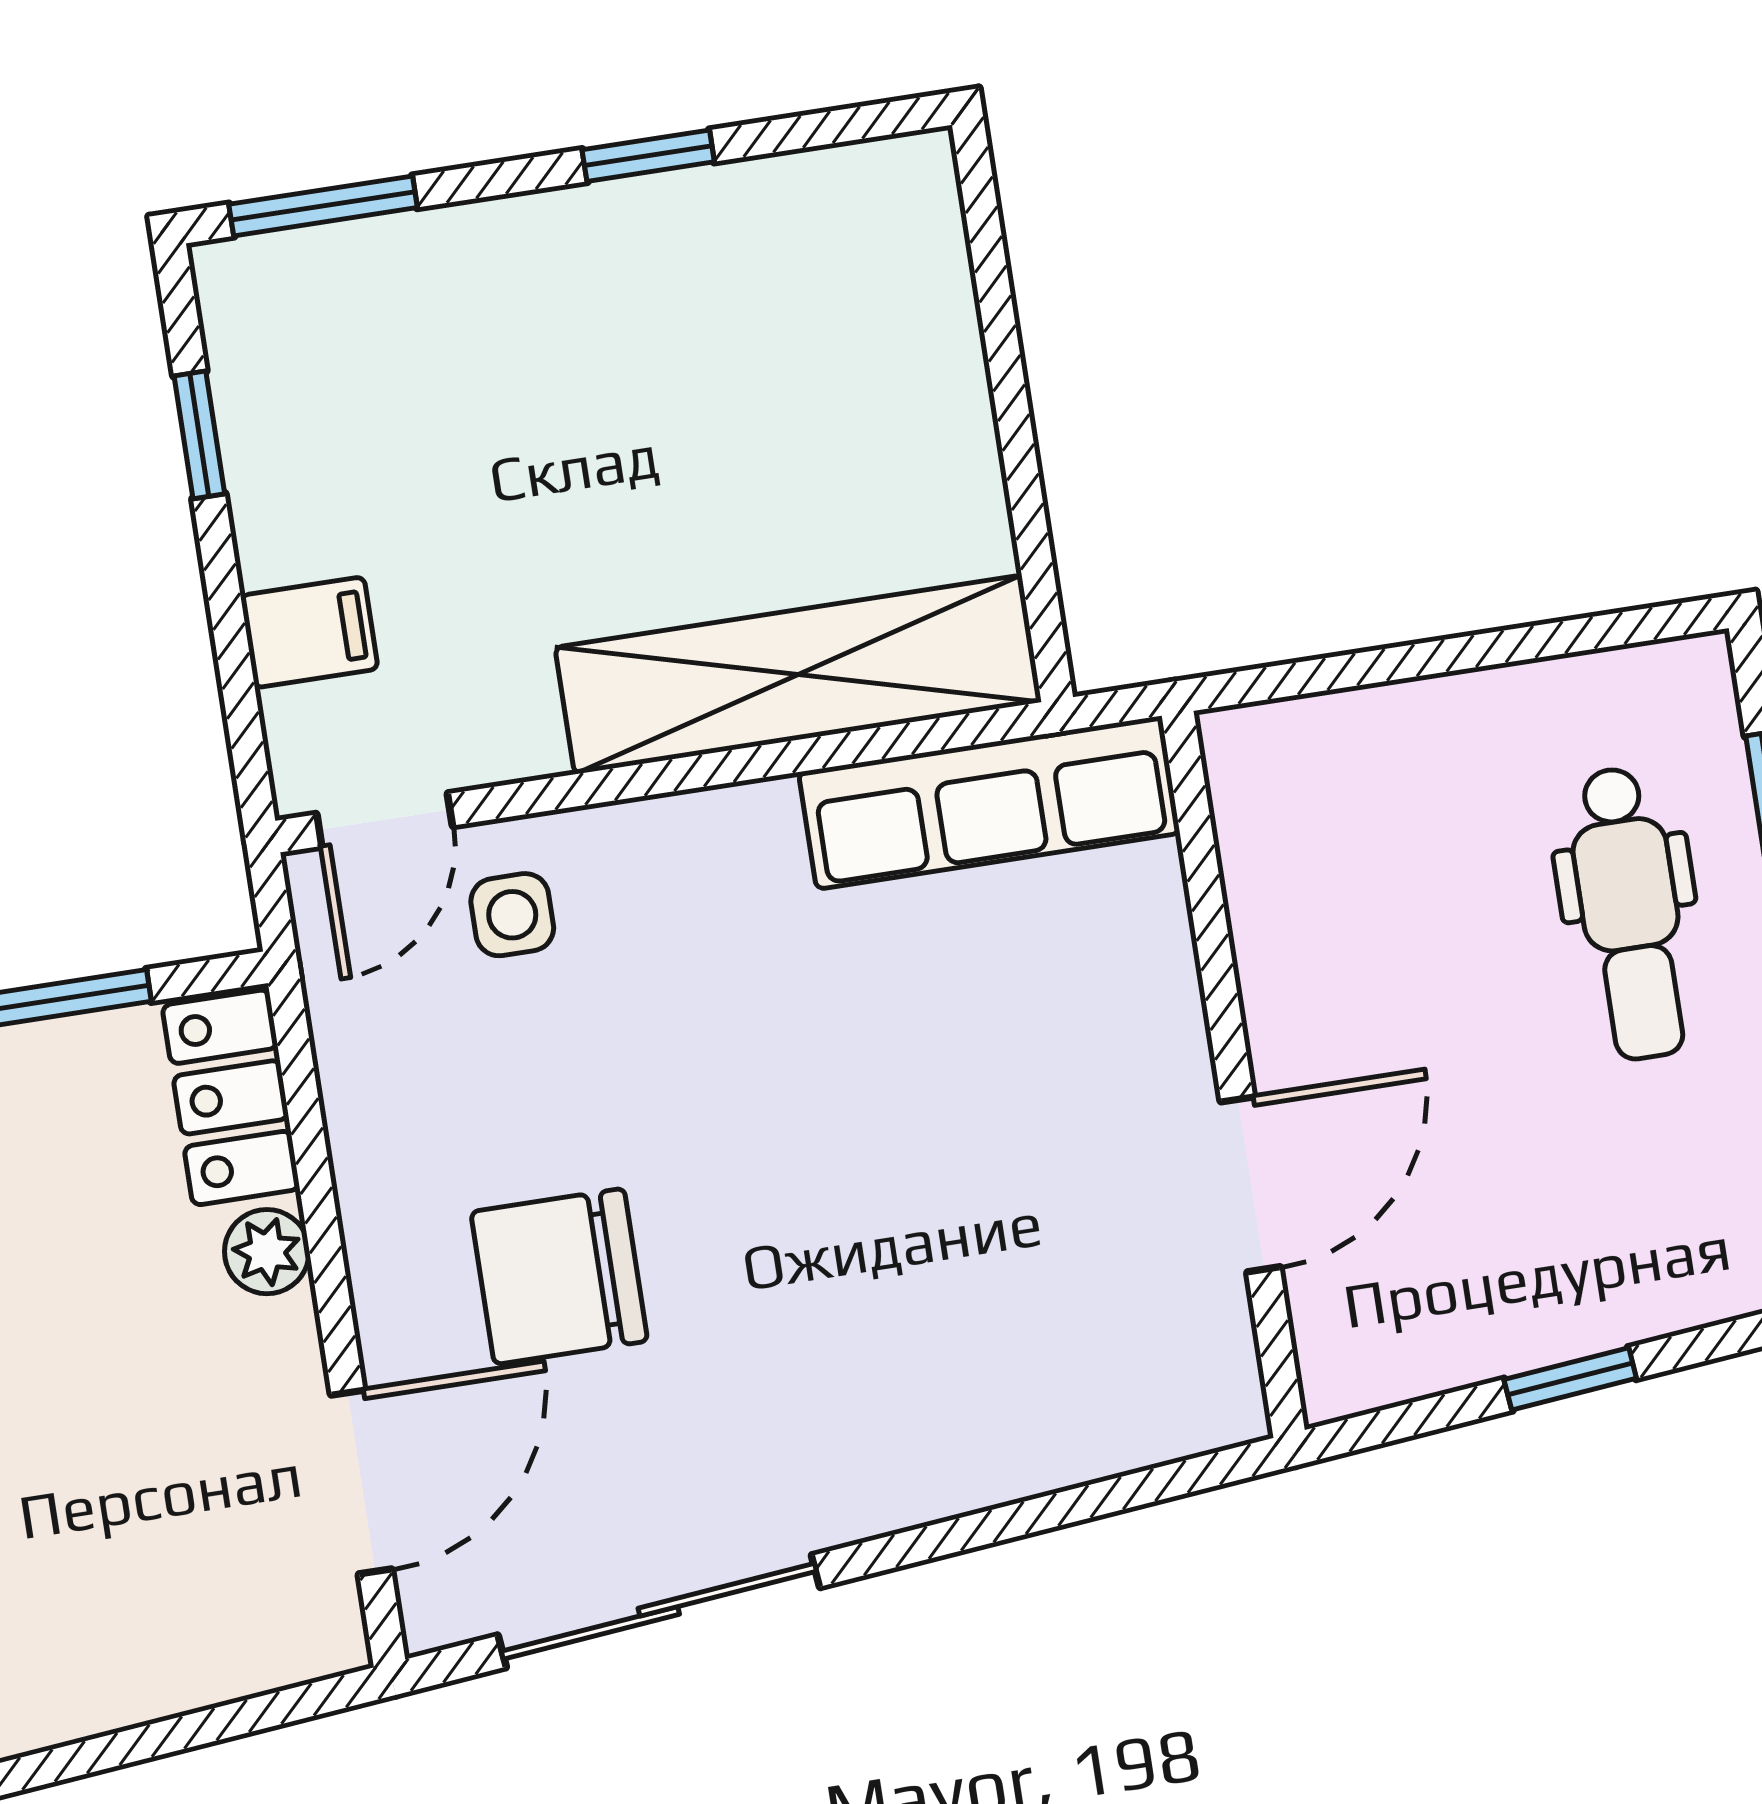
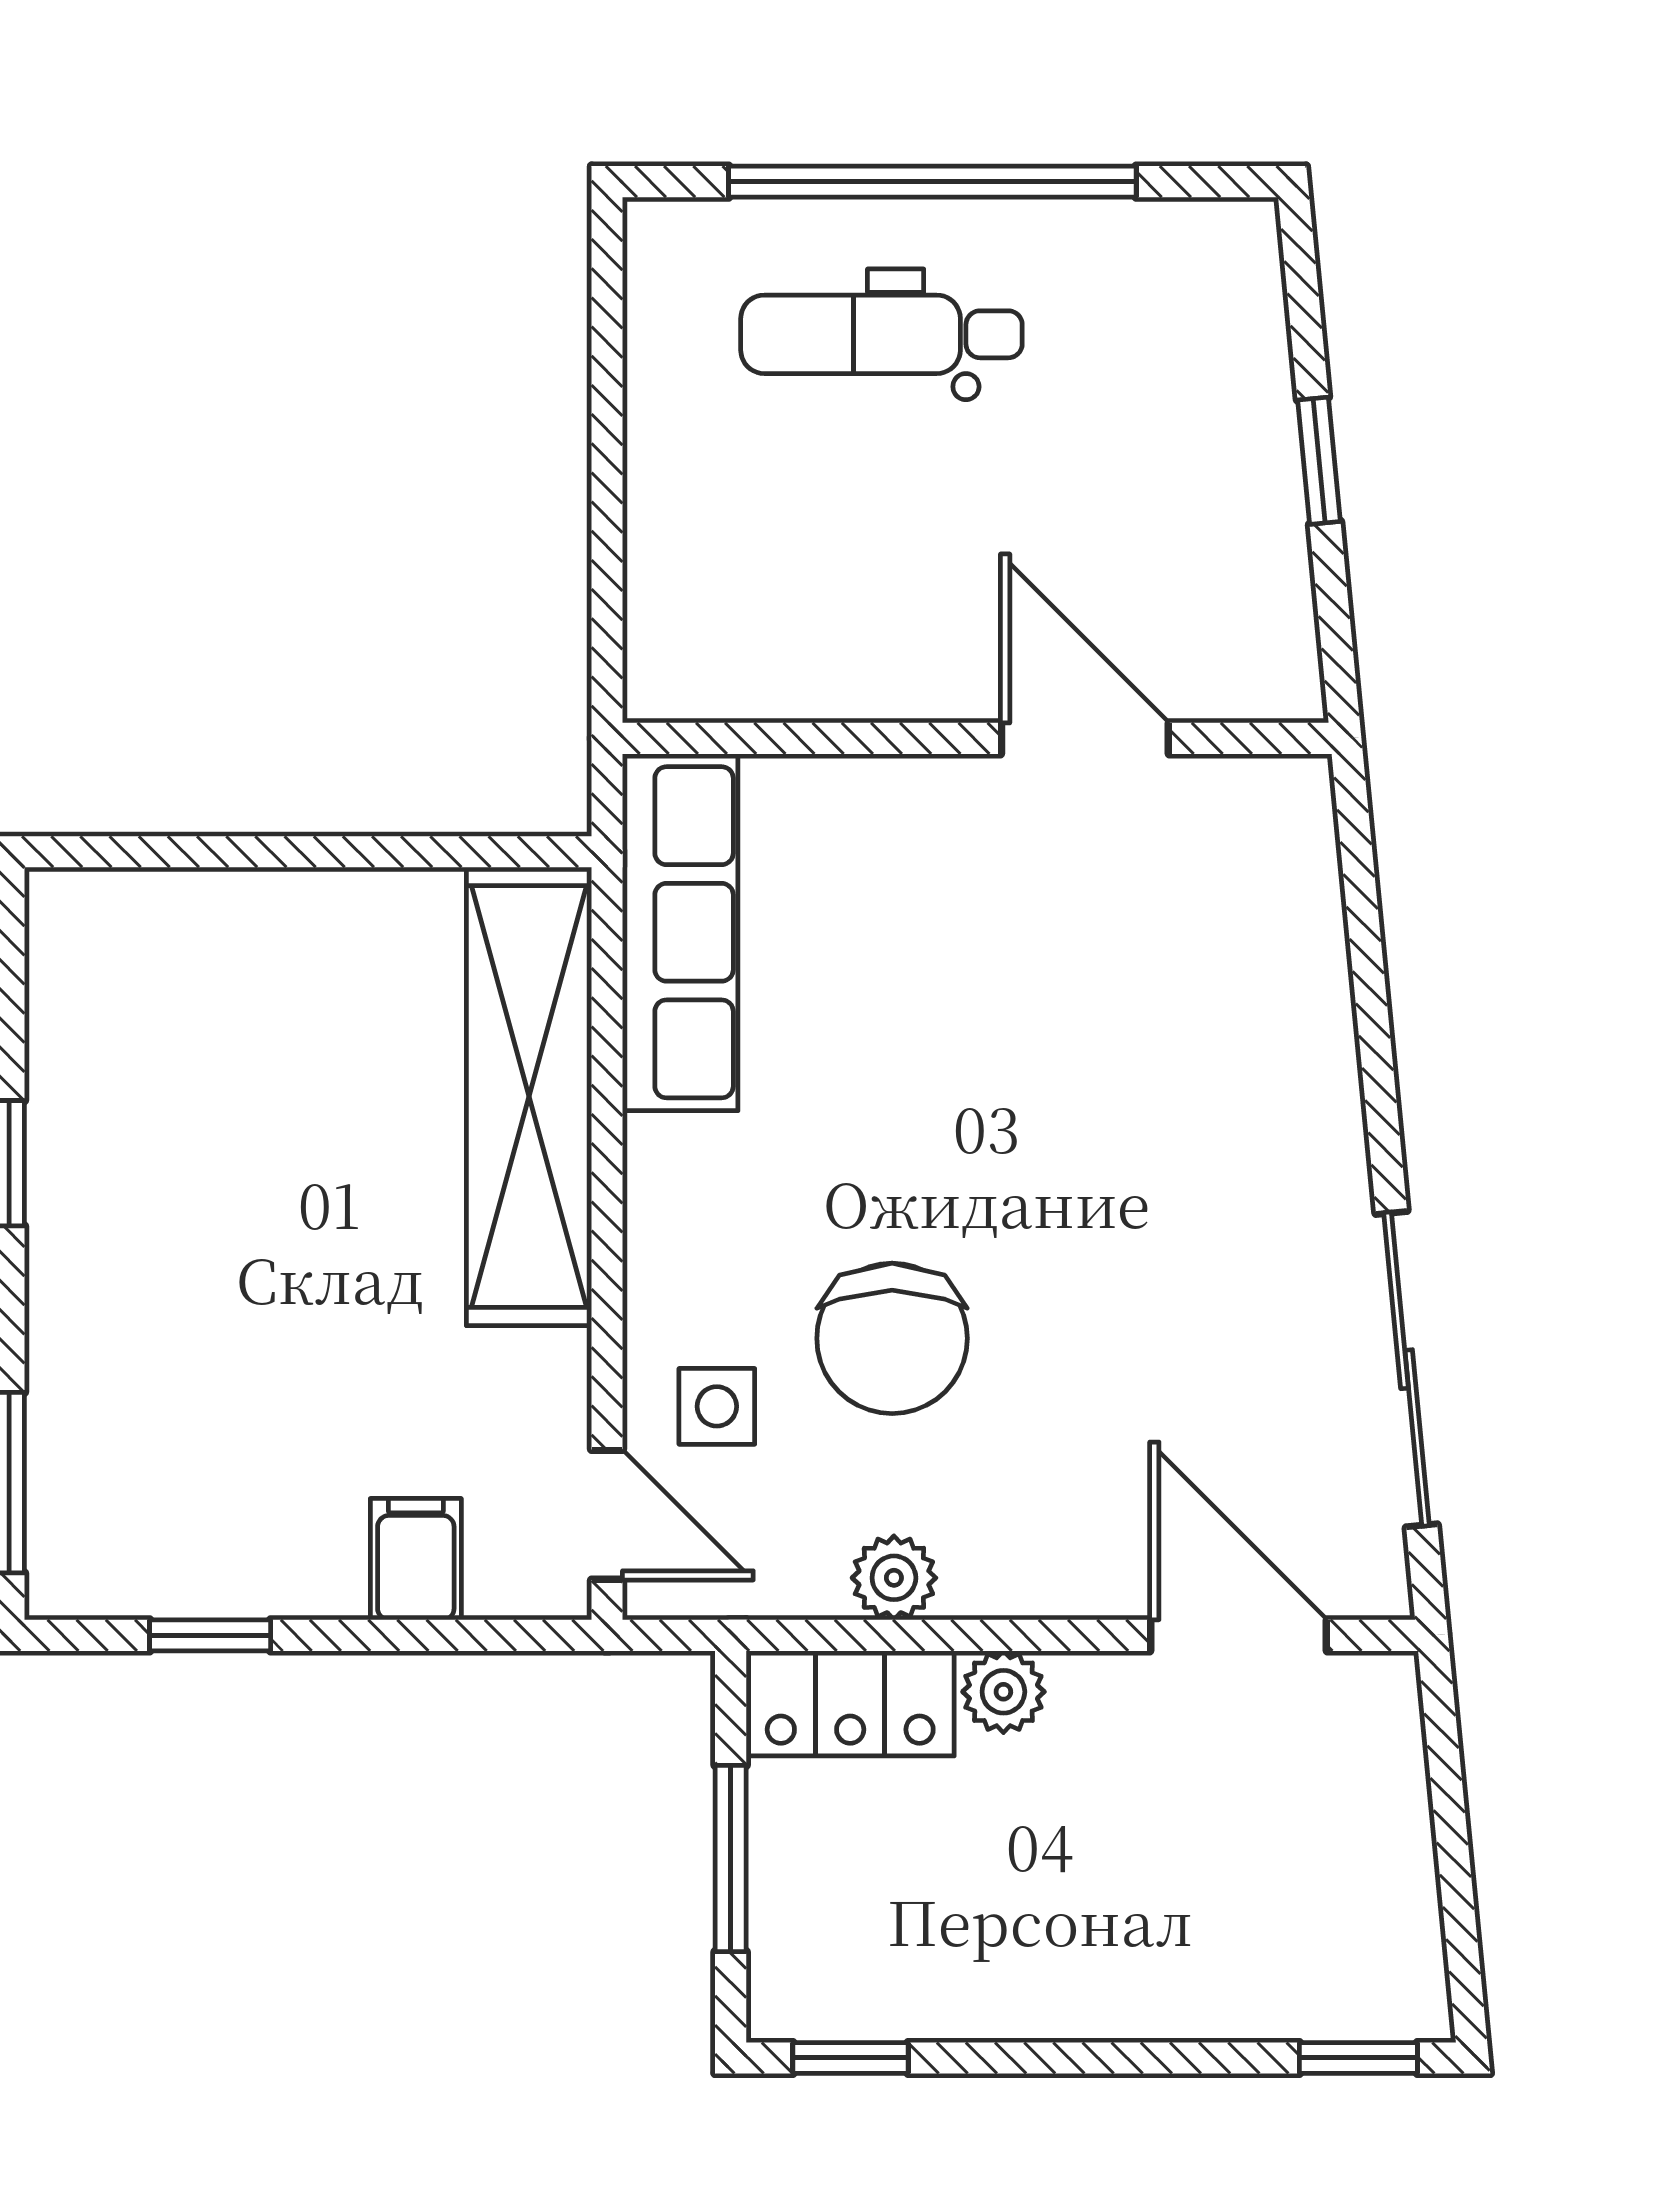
dental chair: (1630, 913) -> (881, 334), turned 180
plant: (366, 1122) -> (894, 1578), added
chair: (559, 1276) -> (892, 1338), moved

